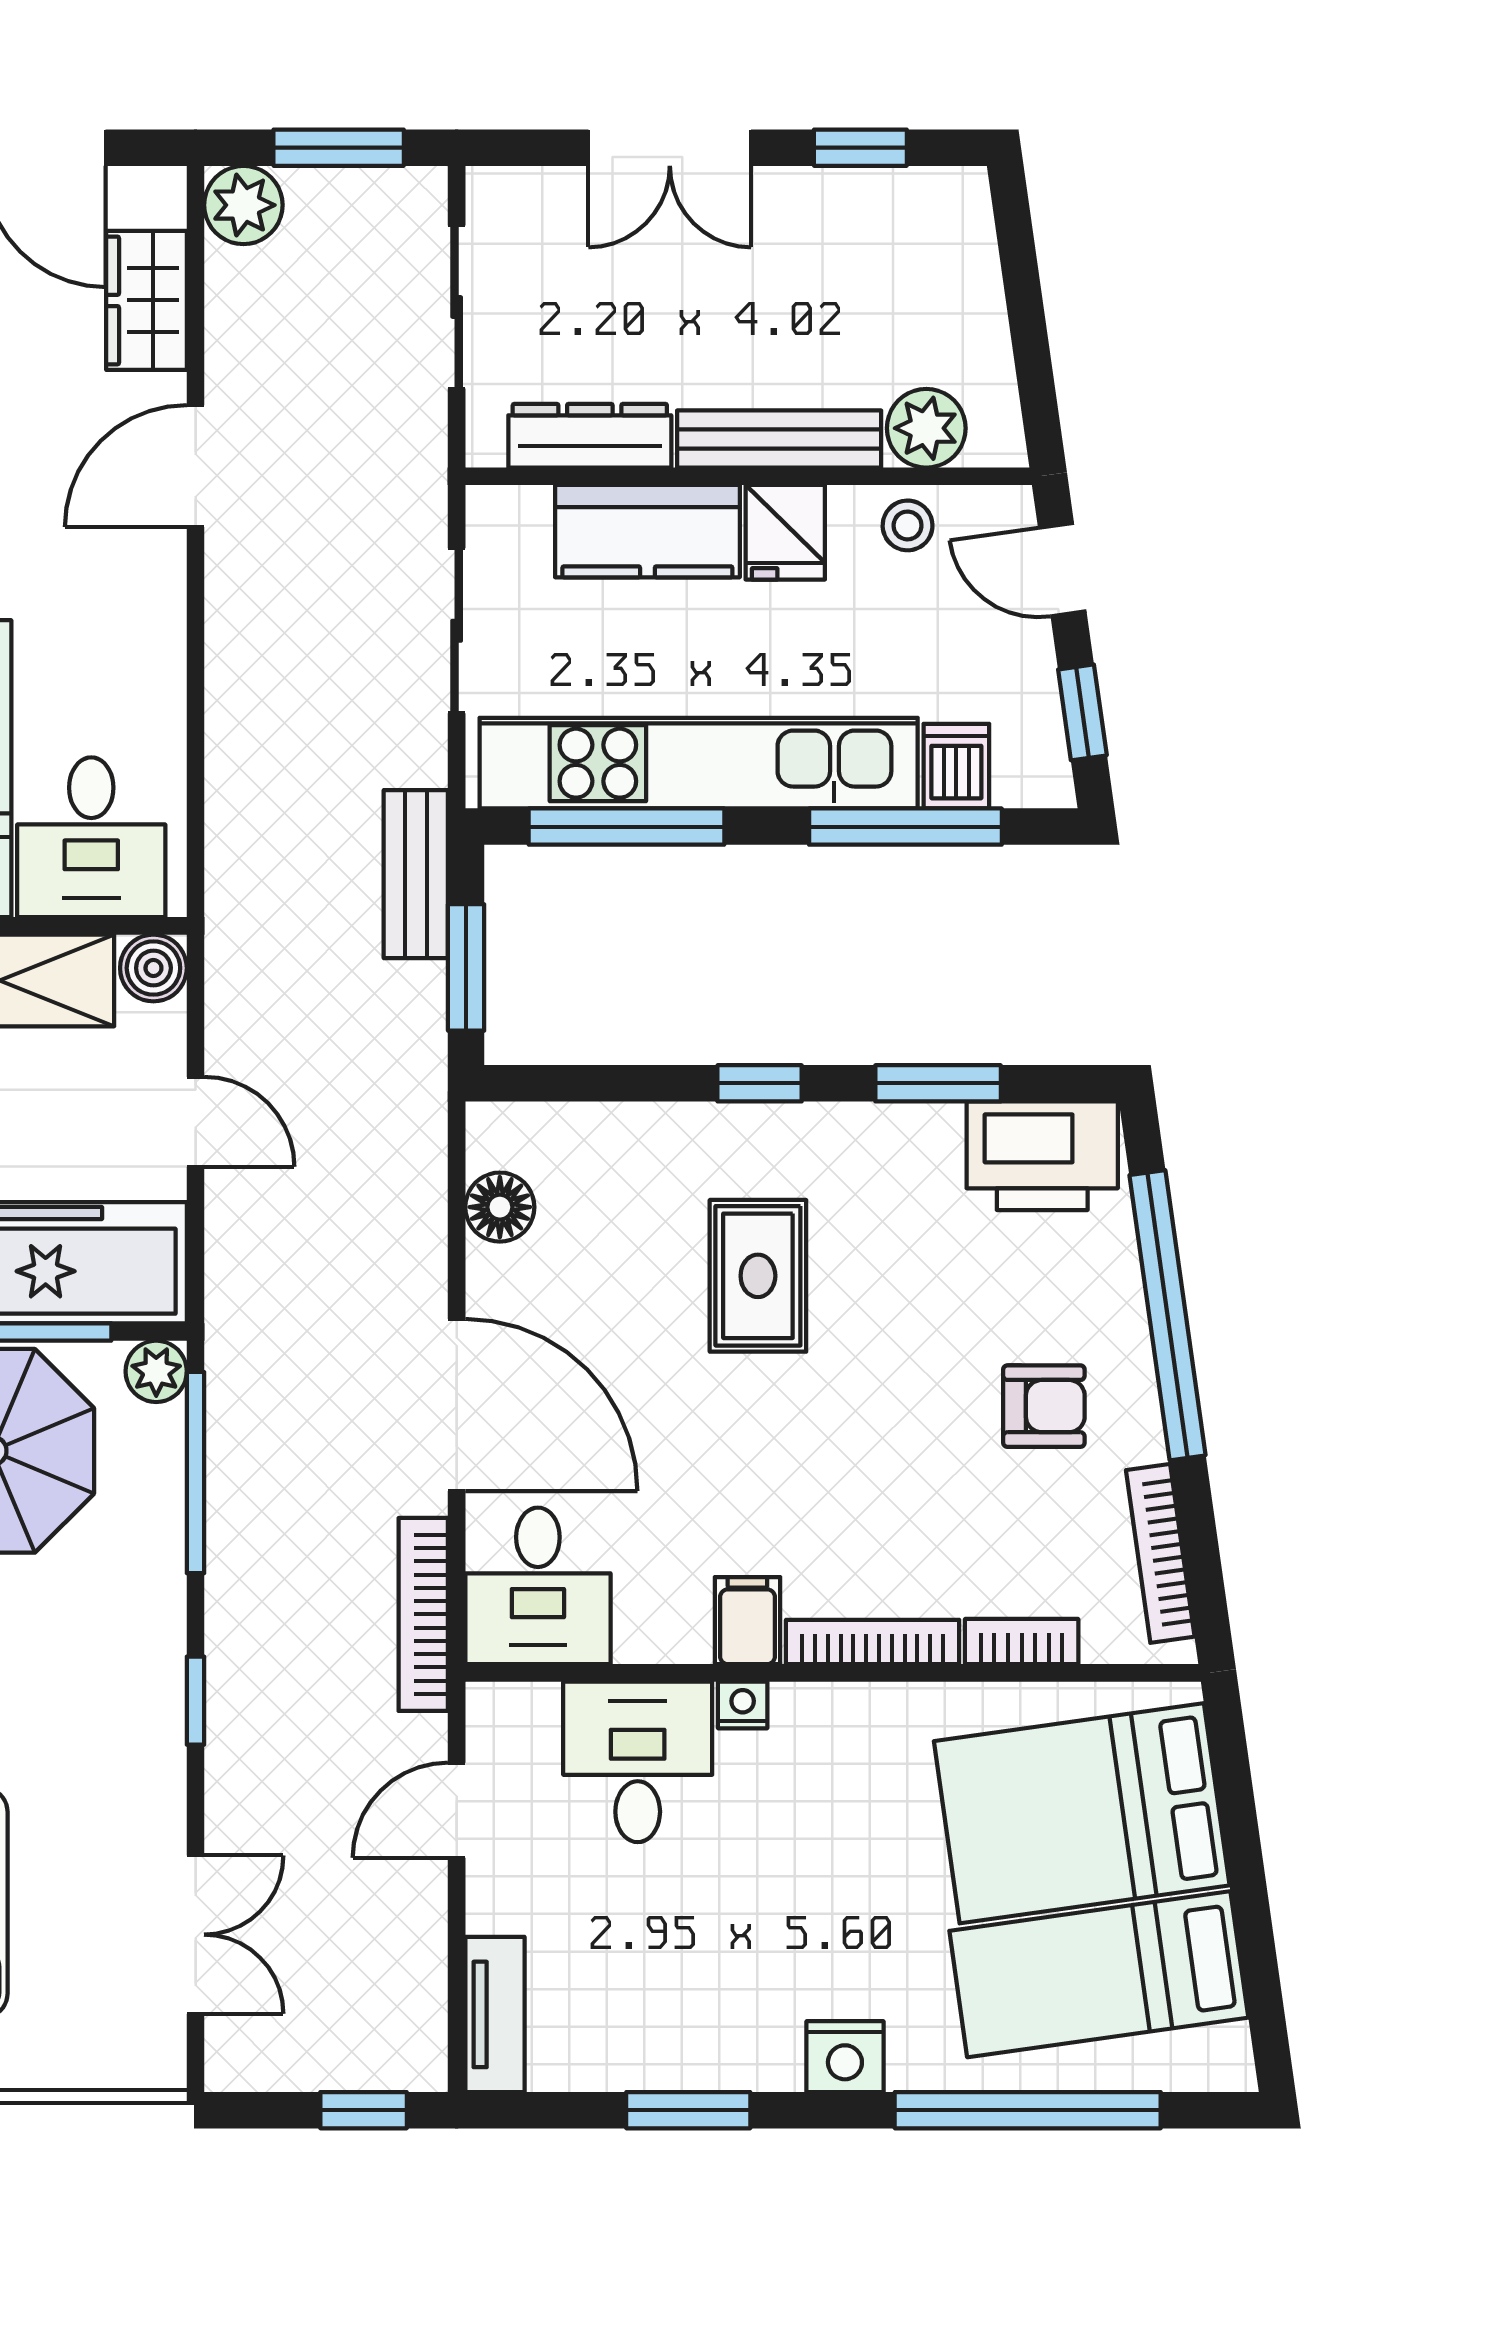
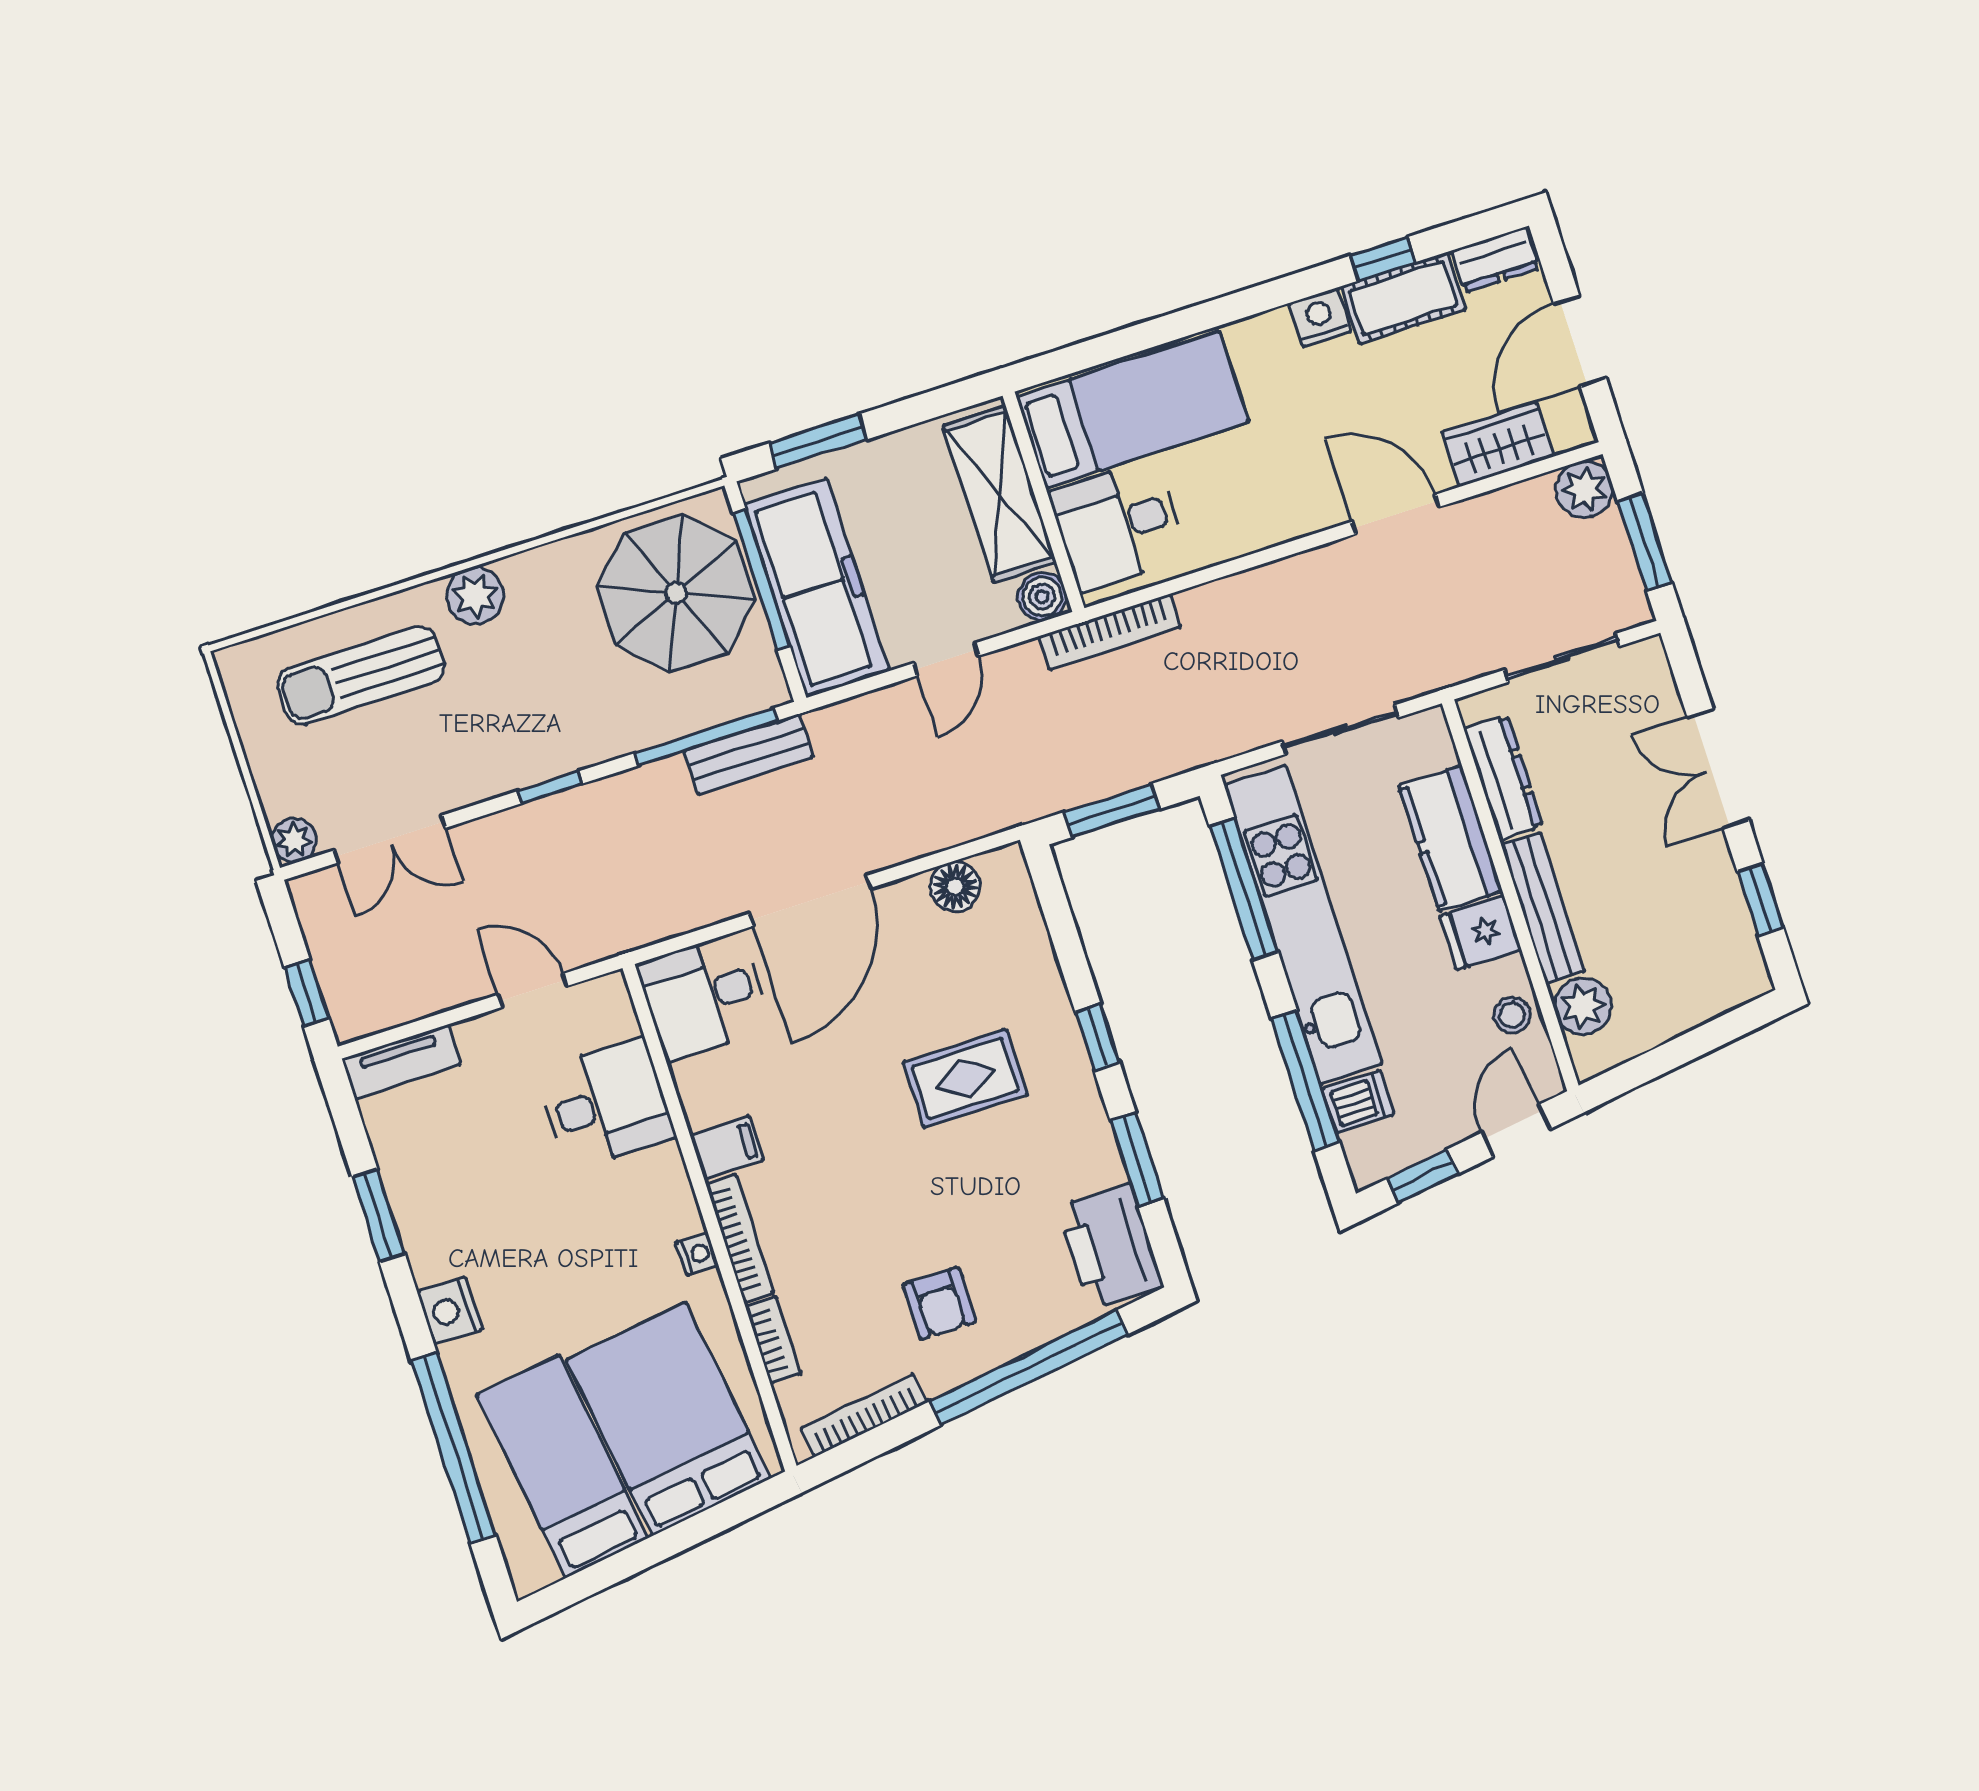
bench: (416, 874) -> (748, 754), moved
plant: (156, 1371) -> (294, 840), moved
bookcase: (423, 1614) -> (1110, 632), moved, turned 180
nightstand: (743, 1705) -> (697, 1254), moved

